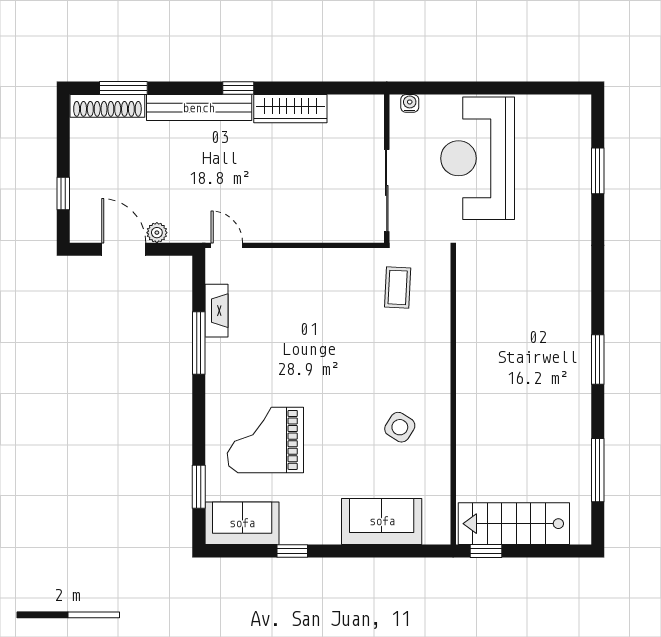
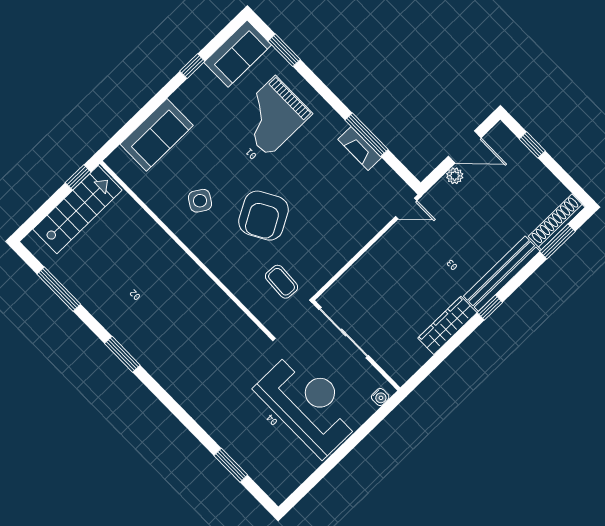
fireplace: (217, 311) -> (360, 148), moved
armchair: (357, 360) -> (264, 216), added
grand piano: (265, 440) -> (272, 116), turned 180

